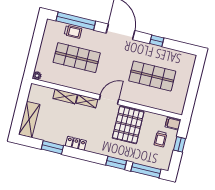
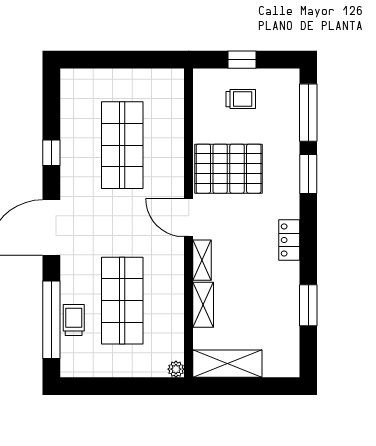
shelving: (29, 120) -> (227, 364), moved
filing cabinet: (173, 124) -> (205, 82), removed
locker: (76, 143) -> (289, 240), moved

